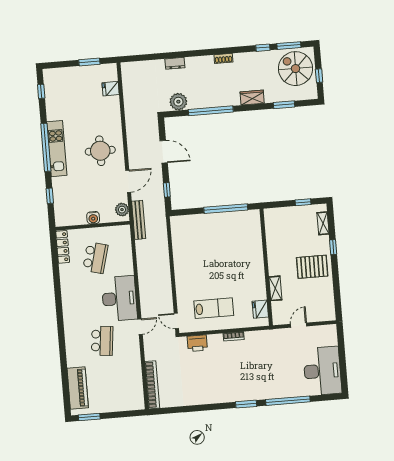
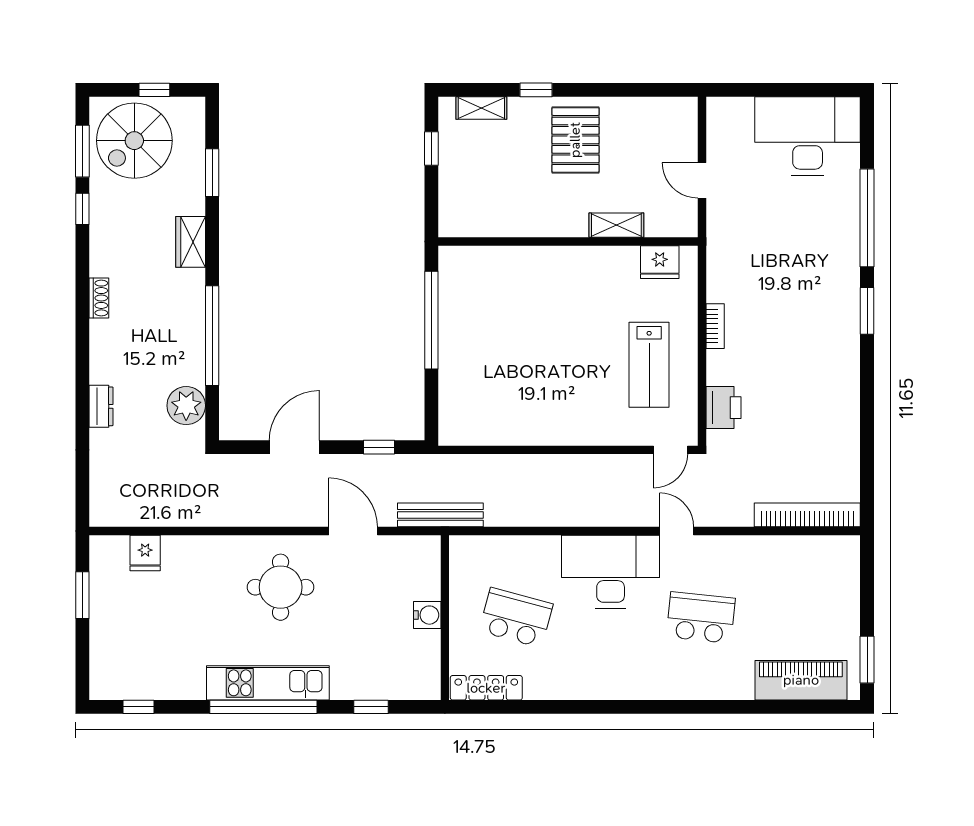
plant: (122, 210) -> (415, 550), removed
lab bench: (214, 308) -> (649, 365), turned 180

